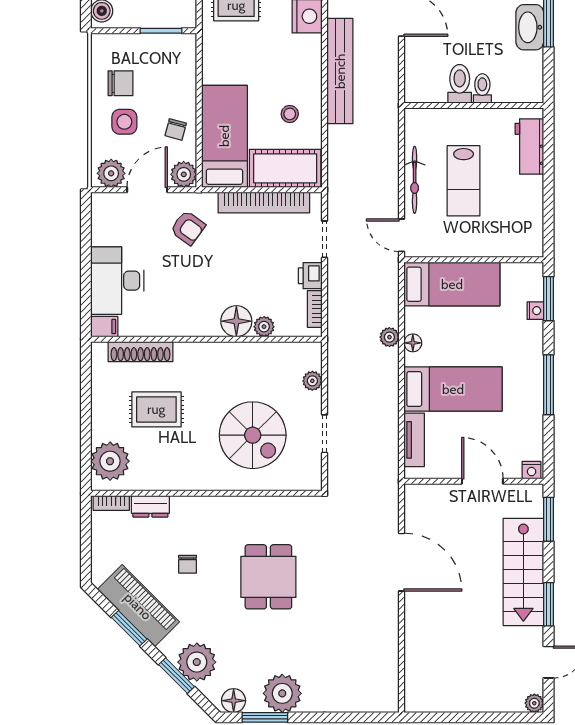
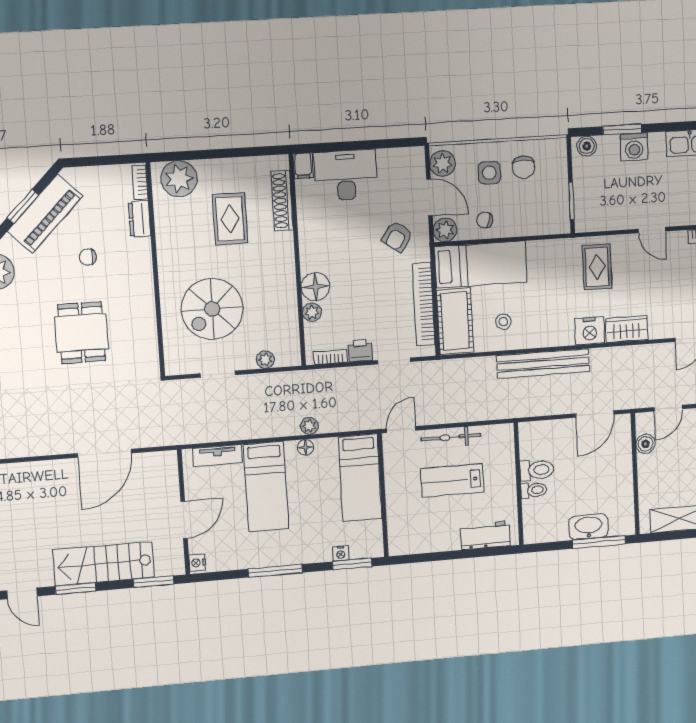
dining table: (268, 577) -> (82, 333), turned 90

